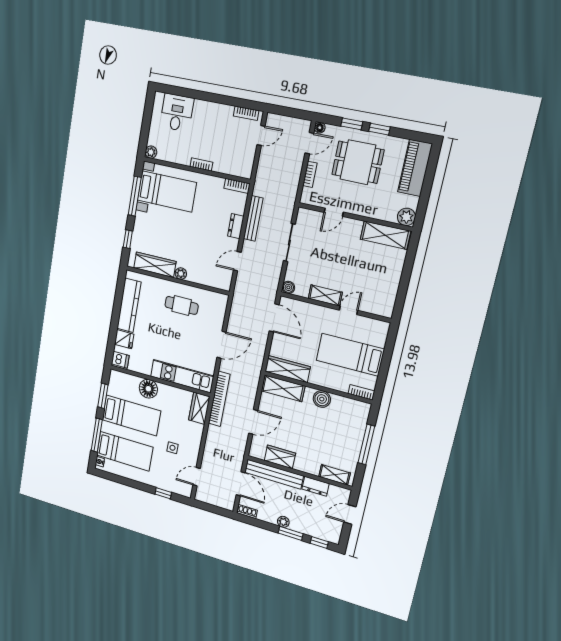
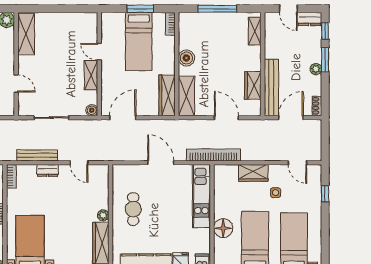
window: (385, 365) -> (140, 9), added
wardrobe: (199, 408) -> (253, 173), moved
dresser: (316, 486) -> (310, 19), moved, turned 90

